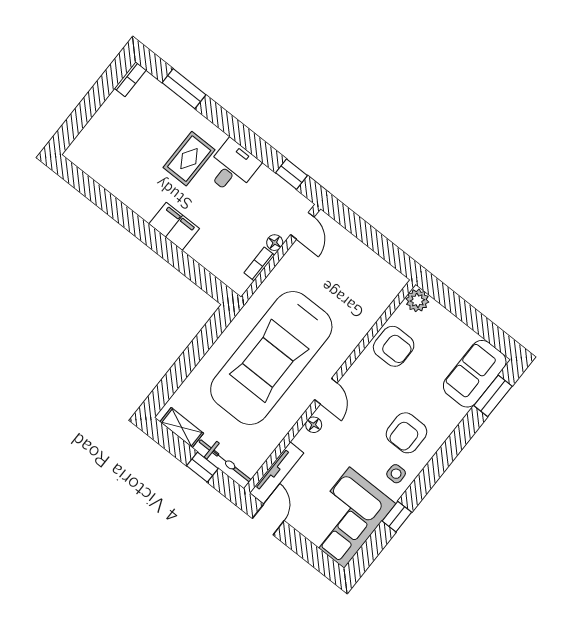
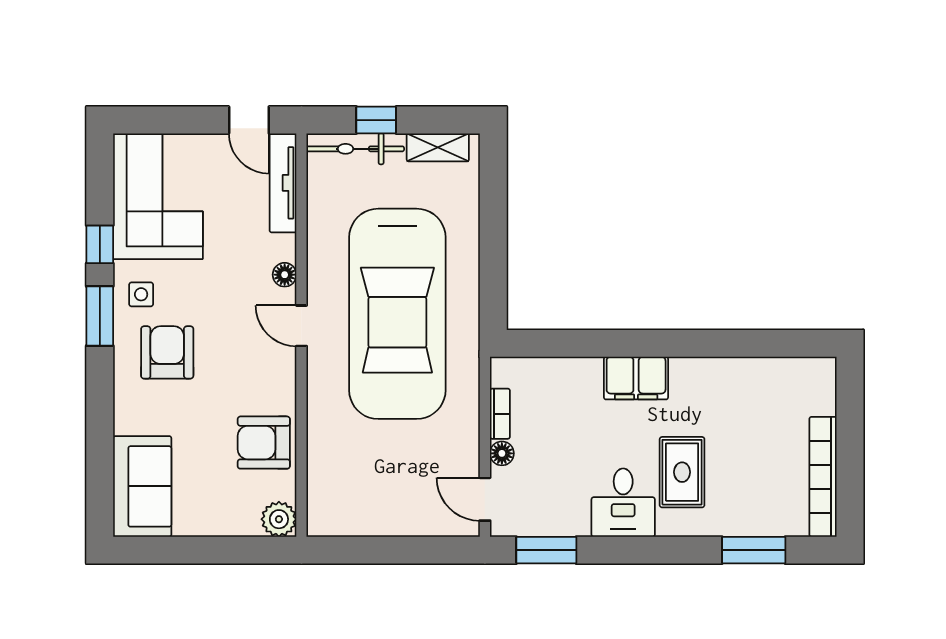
bookcase: (130, 79) -> (823, 477), width x2.31, depth x1.31
window: (292, 174) -> (546, 550), width x1.50
car: (271, 358) -> (397, 314), turned 180
window: (493, 396) -> (100, 316), moved

